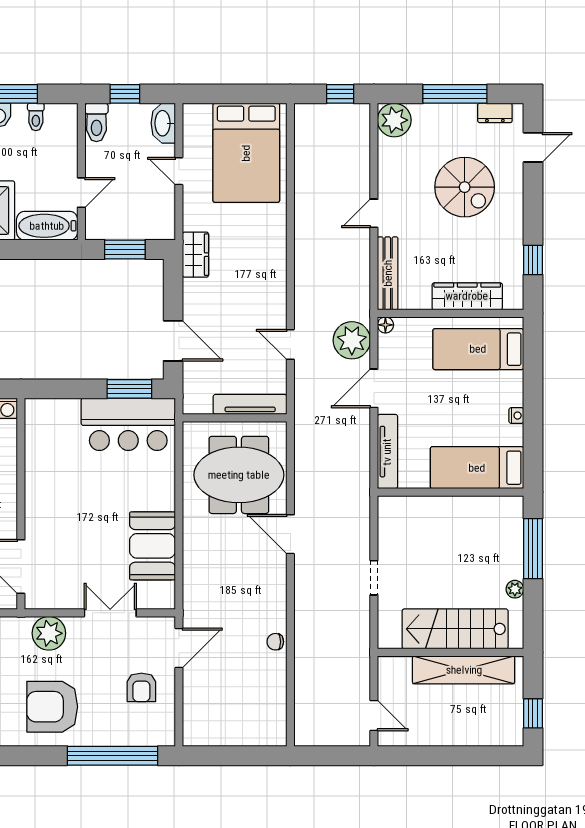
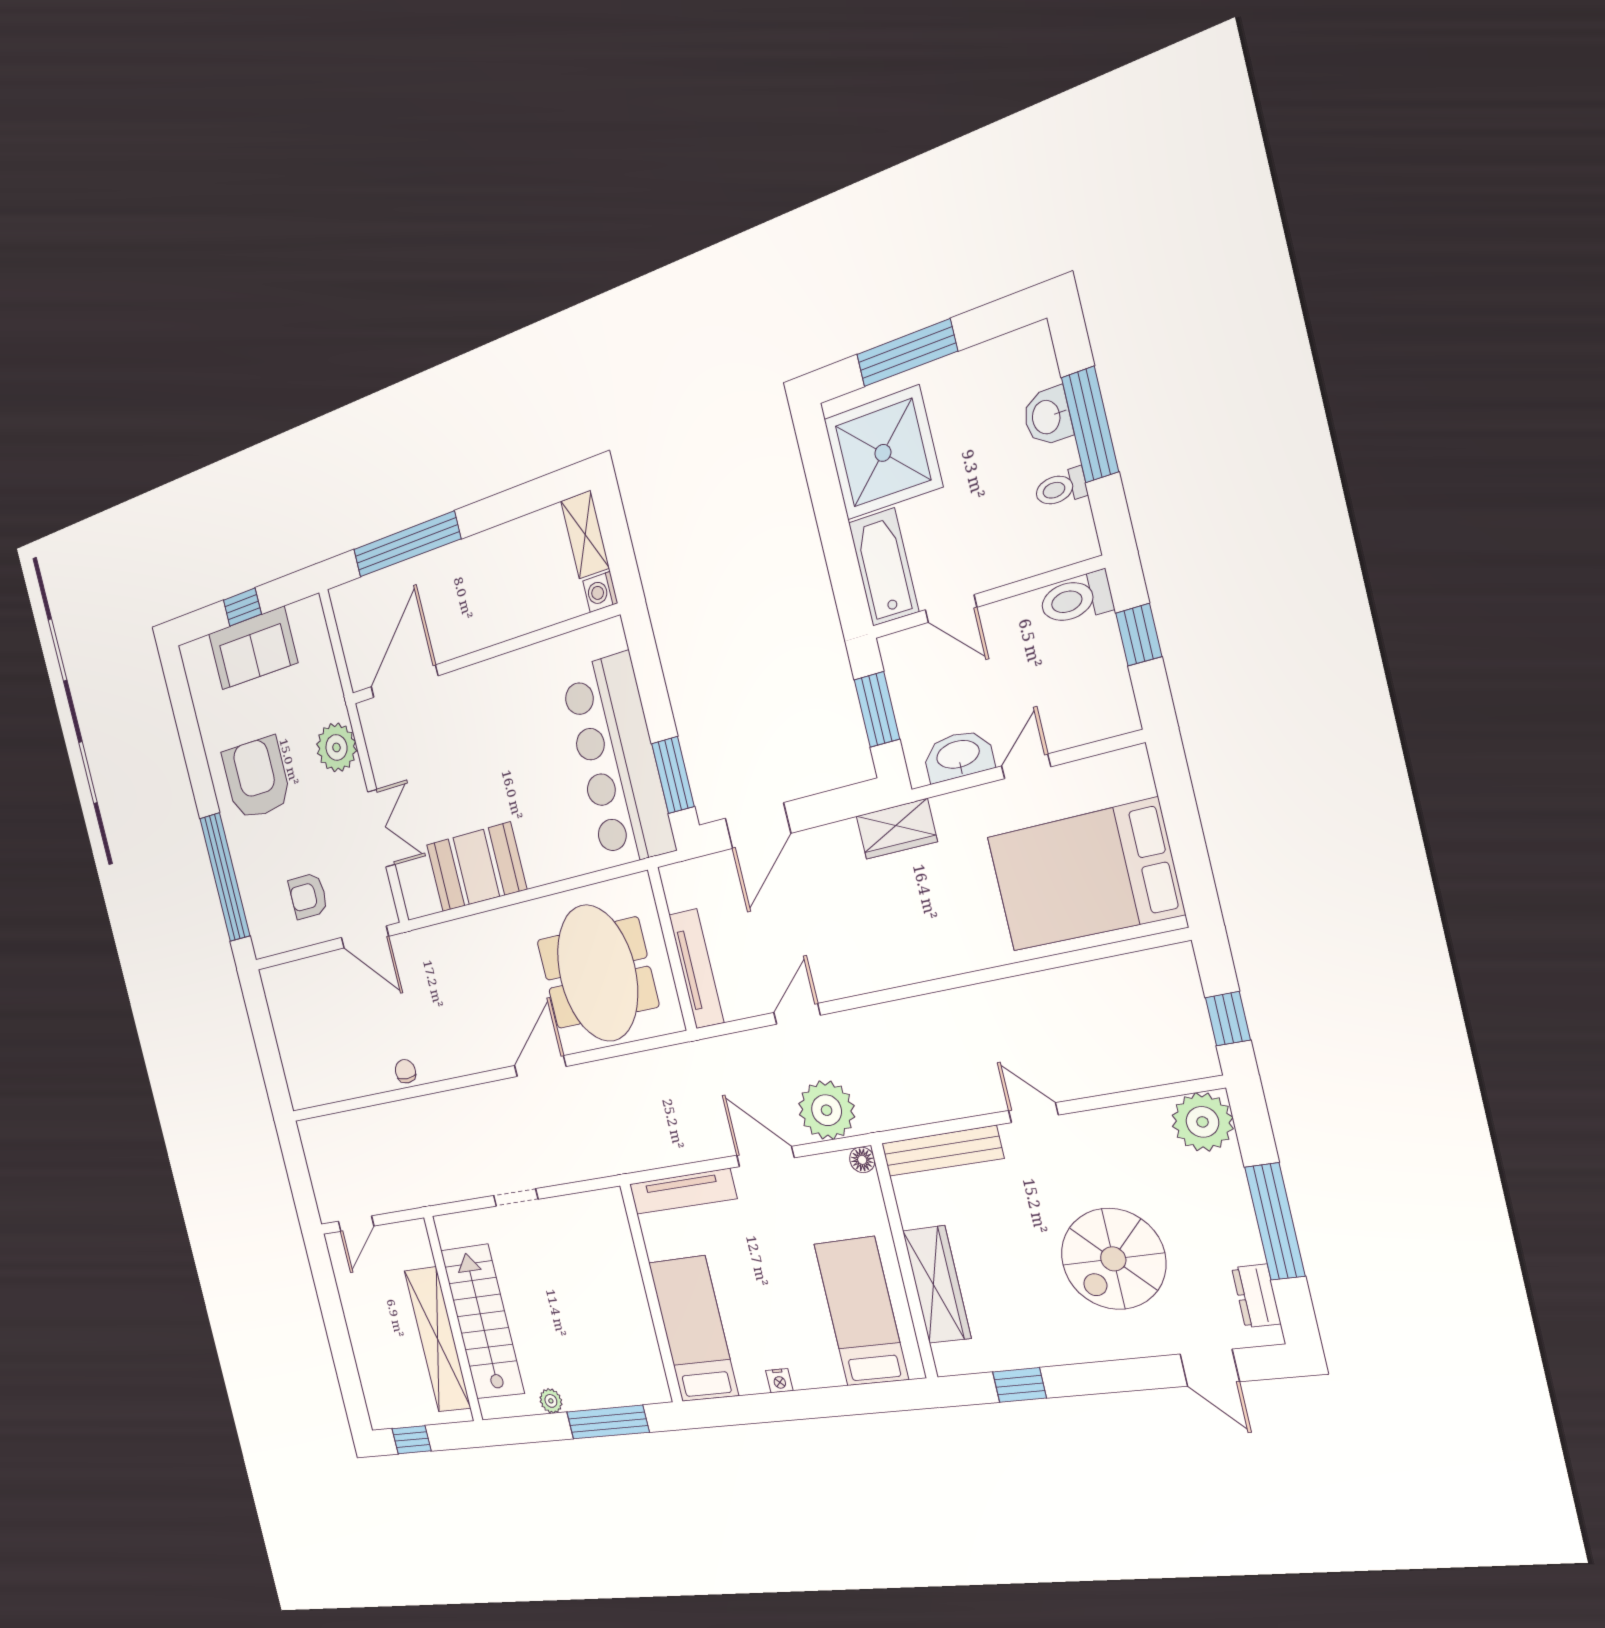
washbasin: (163, 123) -> (958, 756), moved
bar counter: (128, 424) -> (618, 761), width x1.36

